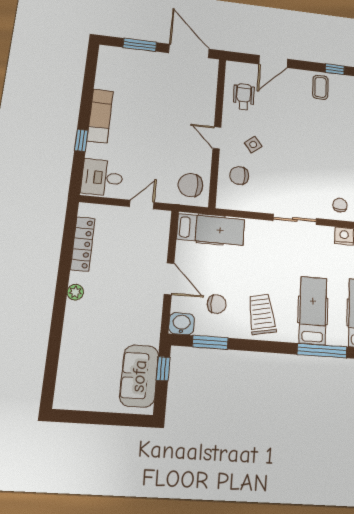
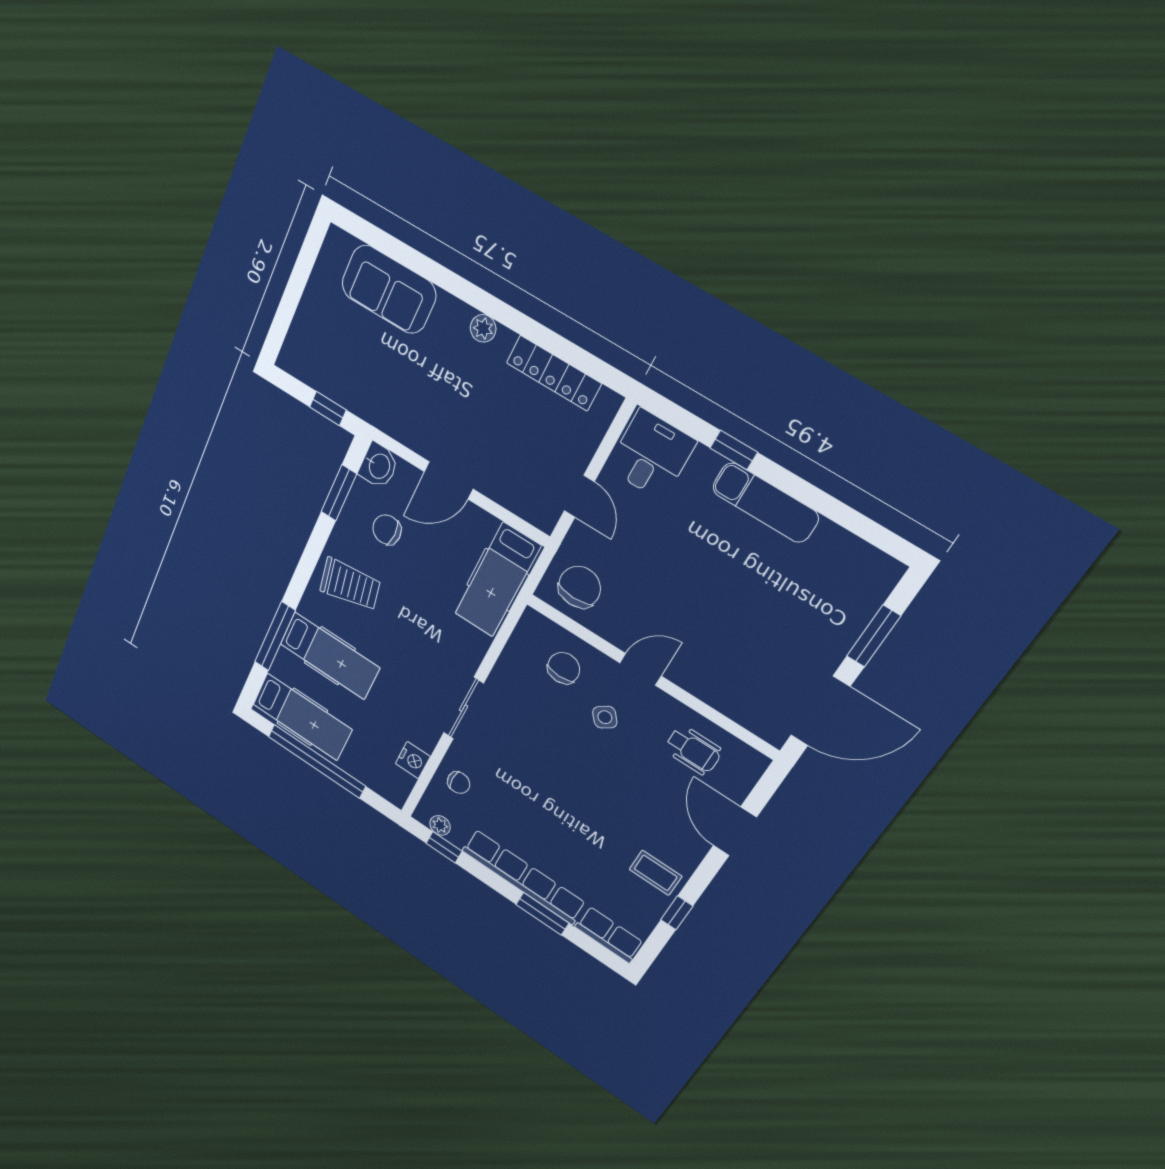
chair: (217, 304) -> (387, 530), turned 90
sofa: (139, 376) -> (389, 289), moved, turned 180

